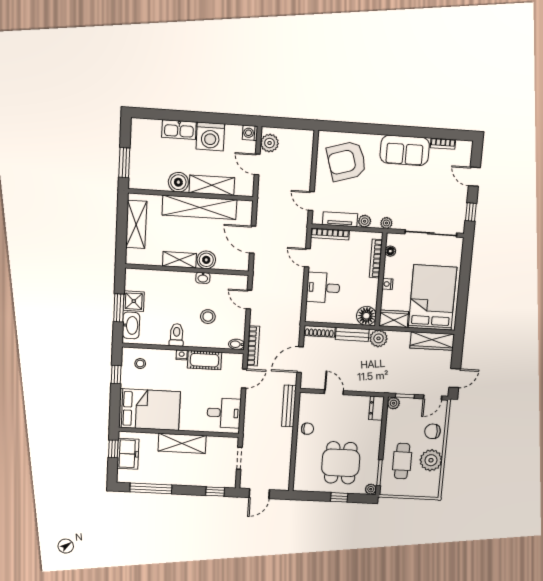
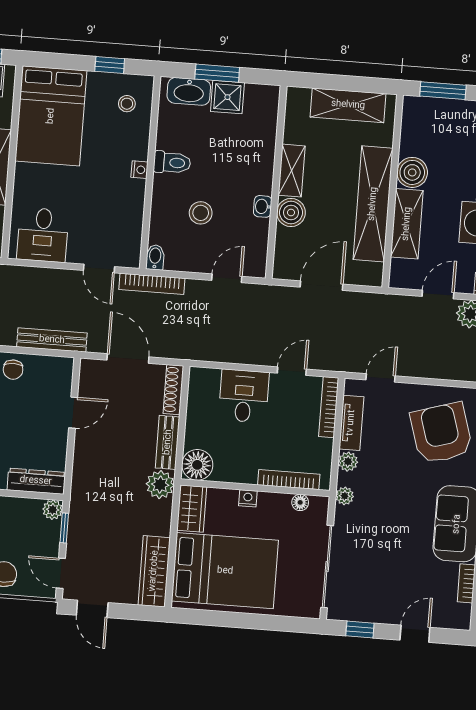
cot: (204, 360) -> (130, 206), removed
dresser: (376, 408) -> (36, 481), width x1.44

